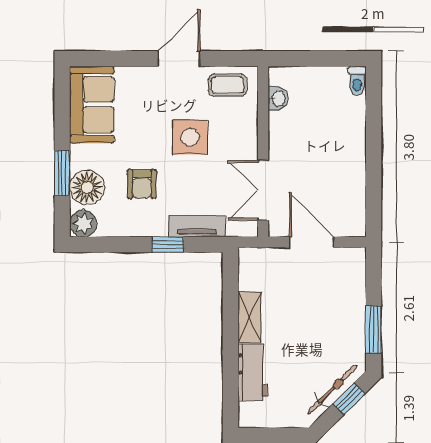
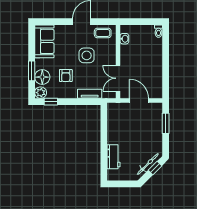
window: (168, 245) -> (51, 102), moved
shelving: (249, 317) -> (112, 133), removed
window: (374, 330) -> (166, 123), moved

